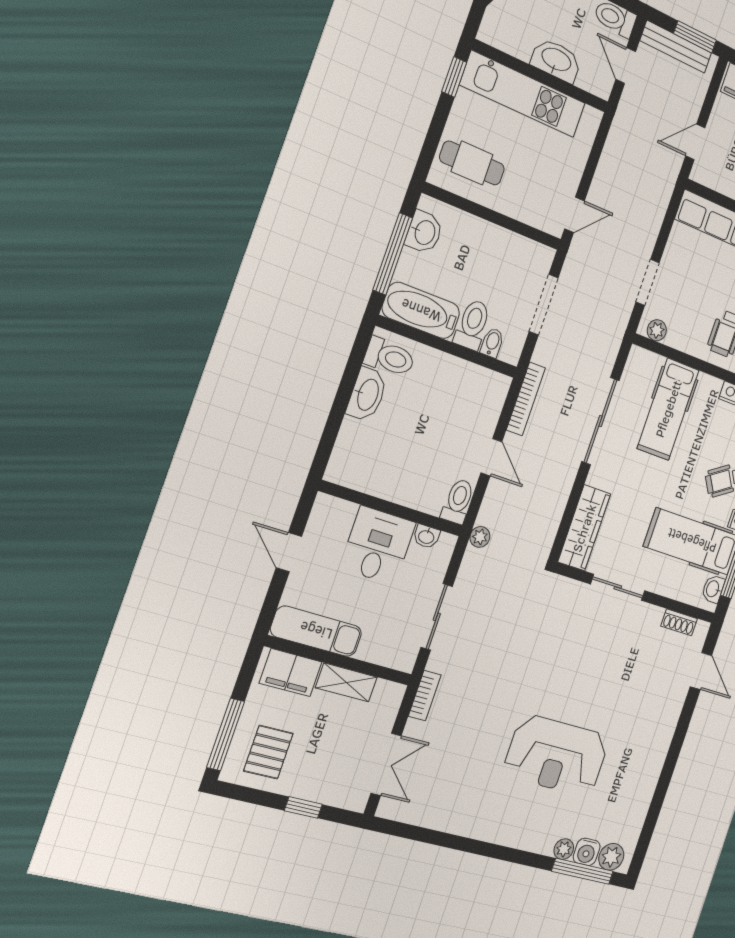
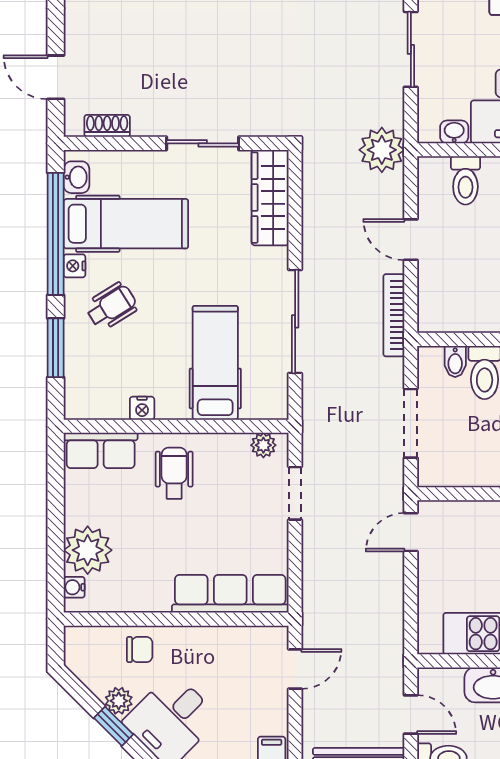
toilet: (458, 501) -> (465, 180), moved
plant: (480, 537) -> (382, 150), width x1.88, depth x1.88

